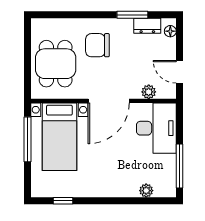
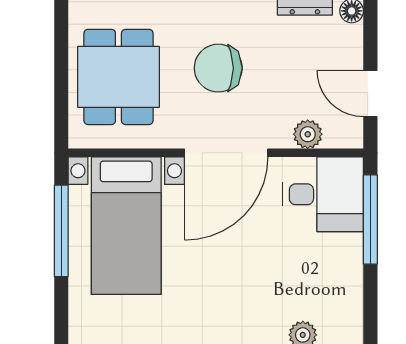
chair: (97, 45) -> (218, 68), moved
desk: (156, 128) -> (323, 194), width x0.73
window: (179, 166) -> (370, 220), moved

